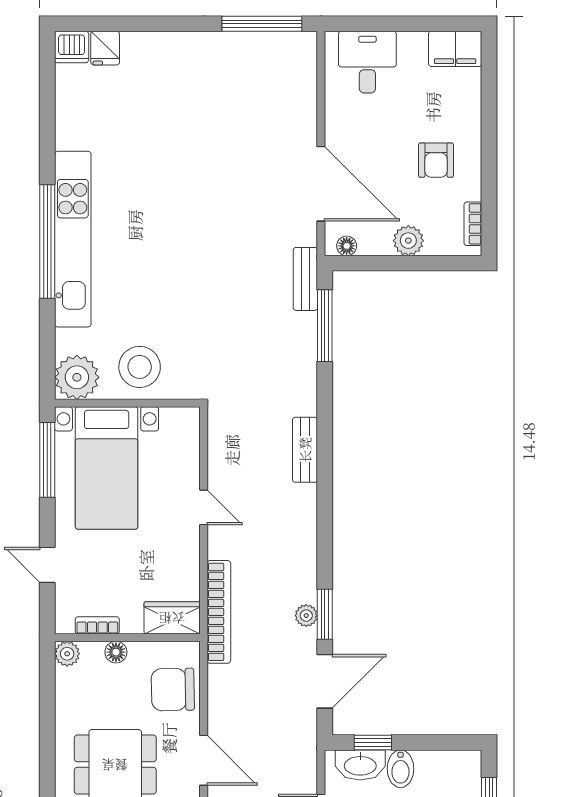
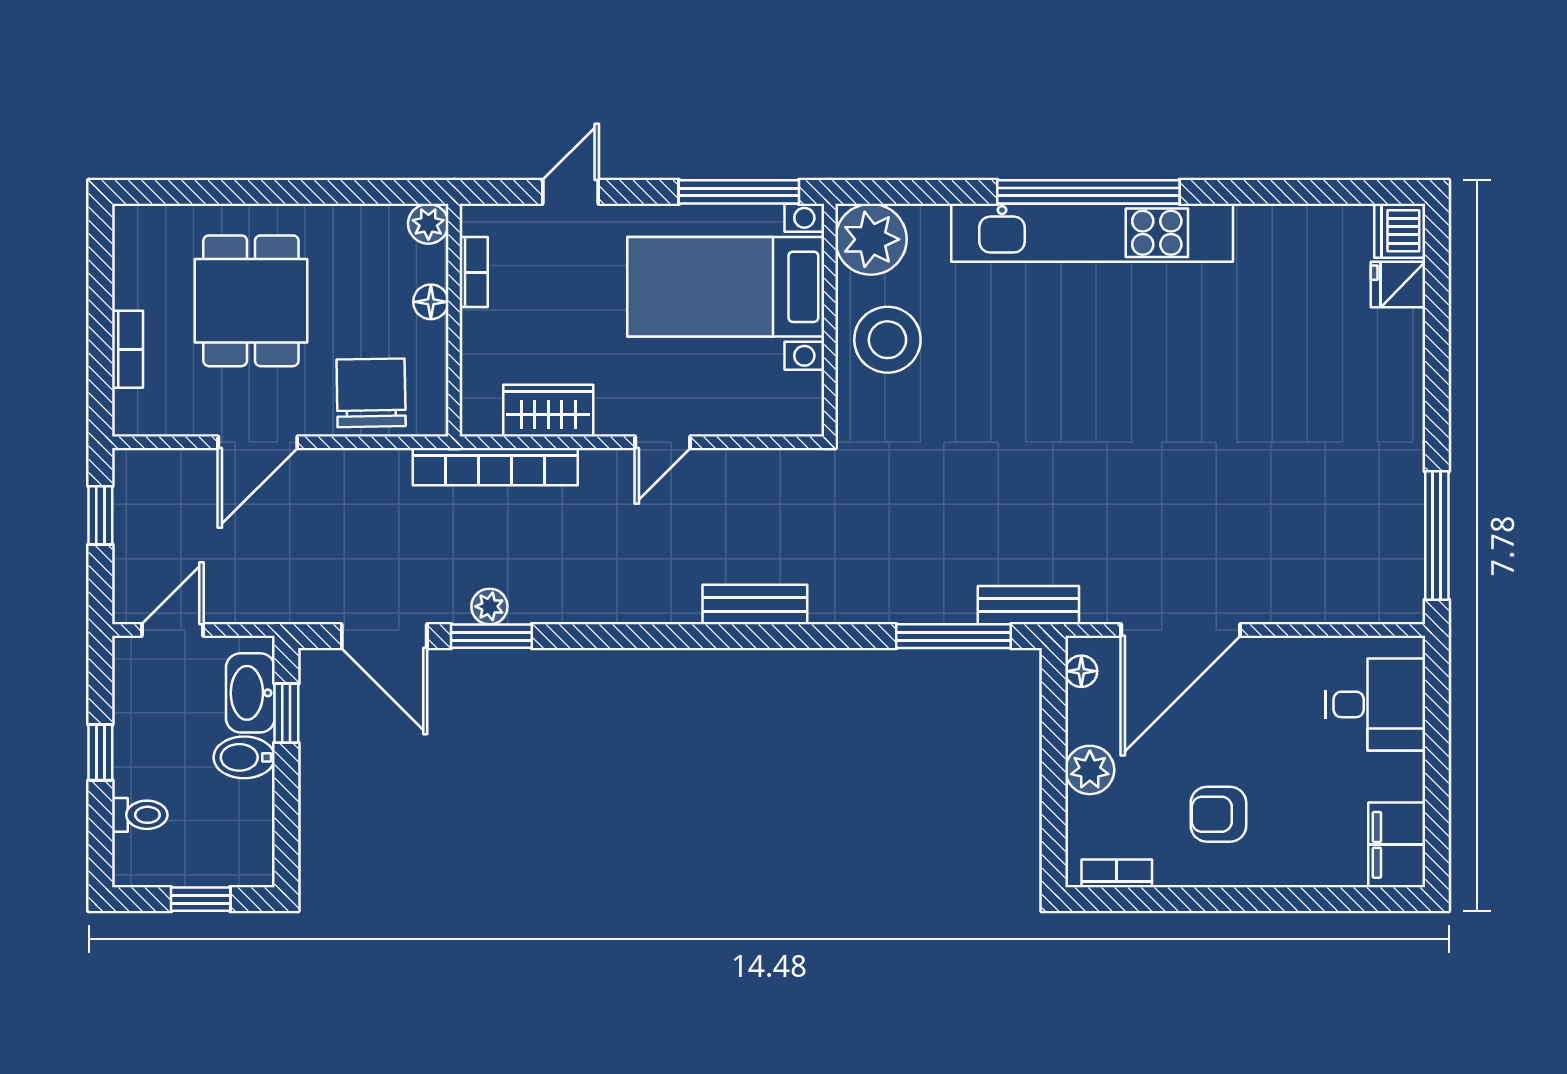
wardrobe: (172, 618) -> (548, 411), moved, turned -90

